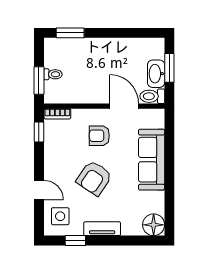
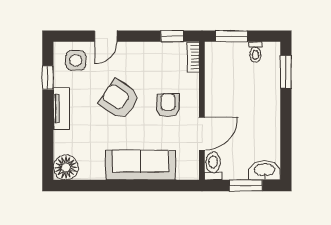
toilet: (53, 74) -> (255, 52), moved
washbasin: (156, 74) -> (264, 170), moved

